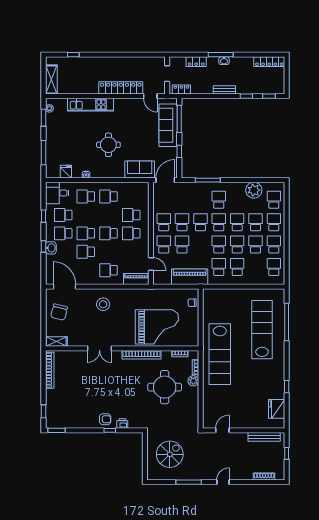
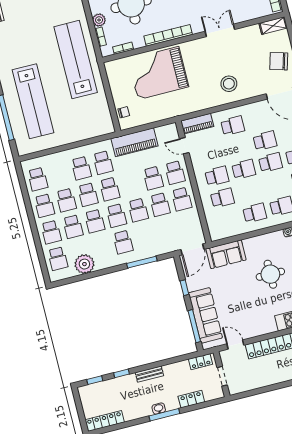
chair: (59, 312) -> (279, 61), turned -88

